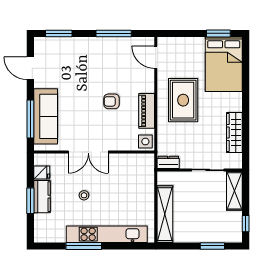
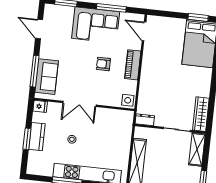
corner sofa: (97, 56) -> (96, 25), added
rug: (183, 100) -> (163, 69), removed
piano: (147, 111) -> (133, 65), moved
sofa: (46, 116) -> (47, 77), width x0.73
wardrobe: (234, 133) -> (201, 114), moved
fridge: (42, 173) -> (40, 106), moved

